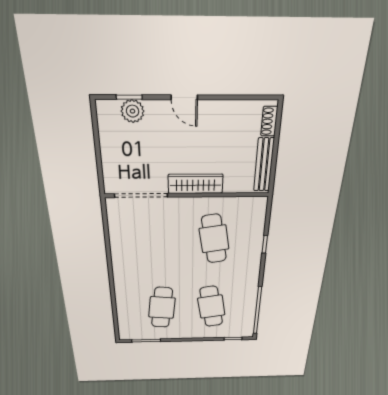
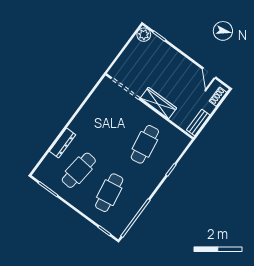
door: (184, 97) -> (209, 73), moved
plant: (133, 111) -> (144, 35), moved
bench: (264, 165) -> (198, 122), width x0.73
dresser: (122, 295) -> (63, 143), added

